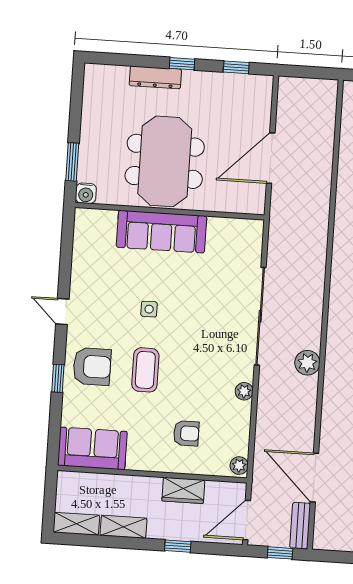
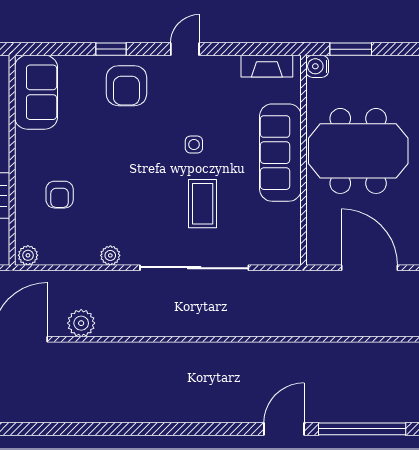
fireplace: (83, 239) -> (267, 66), added
plant: (307, 363) -> (81, 323), moved
coffee table: (145, 370) -> (203, 204), moved, turned 90

